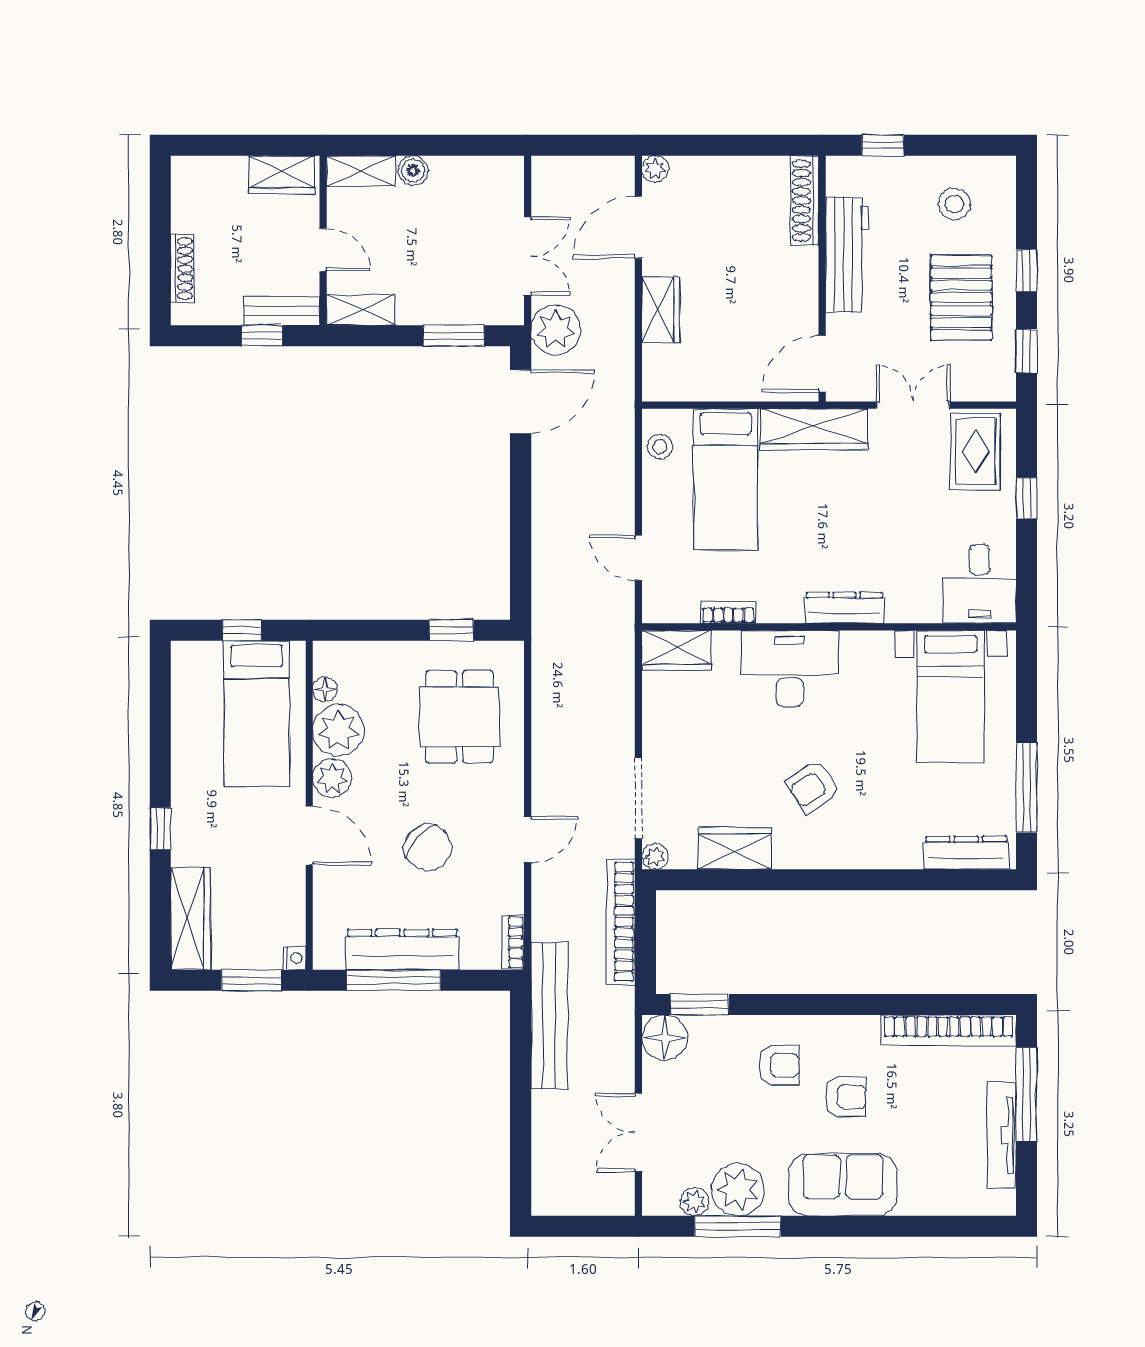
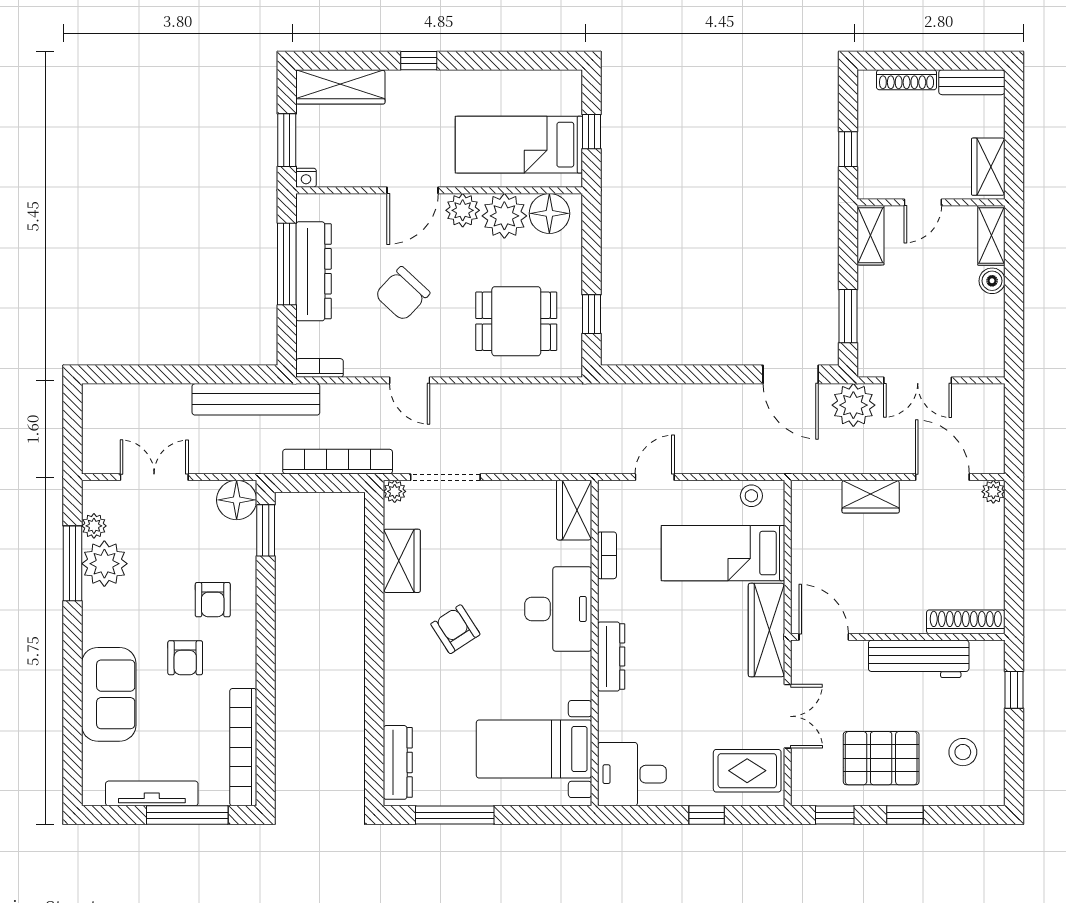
bench: (282, 311) -> (972, 82), moved, turned 90
floor lamp: (325, 689) -> (549, 213), width x1.89, depth x1.89
sofa: (843, 1185) -> (109, 694), moved

